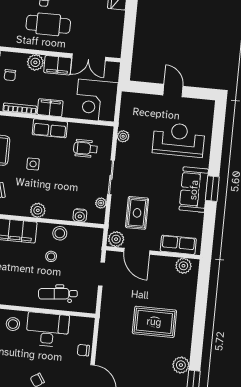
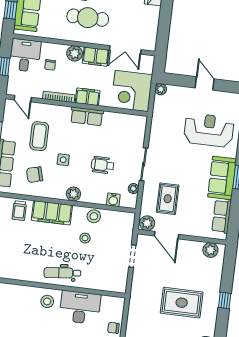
plant: (123, 136) -> (161, 89), moved
wheelchair: (85, 148) -> (103, 165), moved
side table: (33, 164) -> (63, 160), moved
row of seats: (178, 245) -> (222, 216), moved, turned -90
dental chair: (58, 294) -> (62, 273), moved
window: (200, 318) -> (225, 300), added

